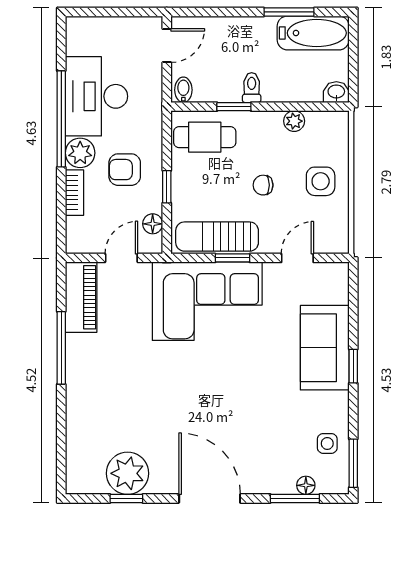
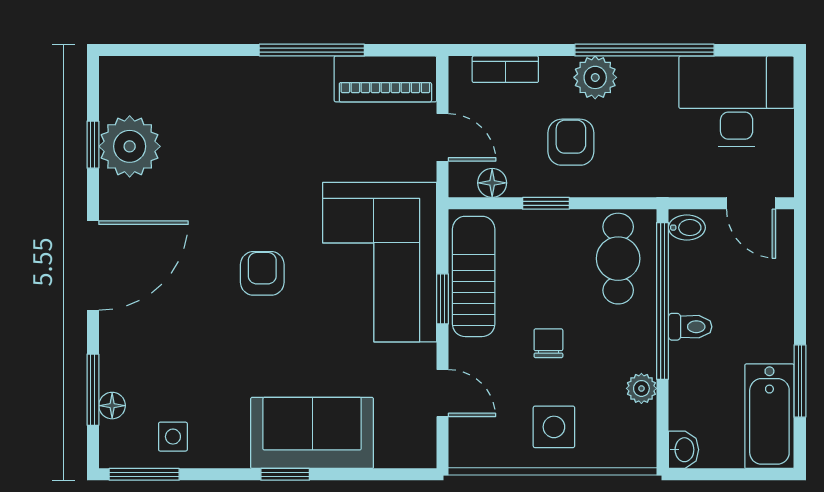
desk: (96, 96) -> (737, 101), moved
window: (234, 107) -> (662, 301), width x3.17
bookcase: (74, 193) -> (505, 69), moved
armchair: (215, 382) -> (262, 273), added

